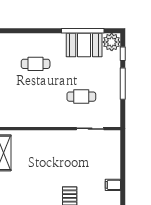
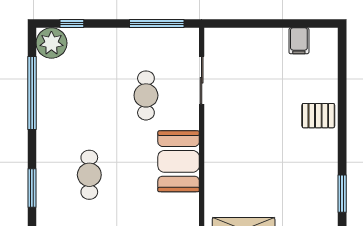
window: (28, 31) -> (32, 188), added
booth: (84, 45) -> (179, 161), moved
window: (123, 84) -> (157, 24), moved

